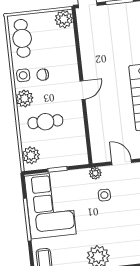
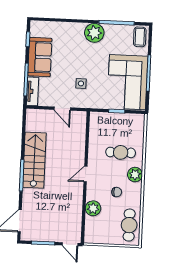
plant: (64, 19) -> (93, 208), moved
side table: (23, 75) -> (133, 194), removed
plant: (31, 155) -> (137, 126), removed
plant: (95, 173) -> (86, 103), removed

